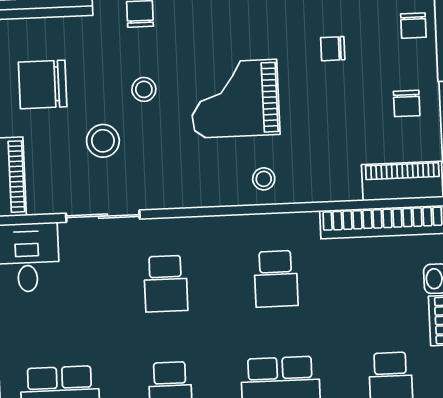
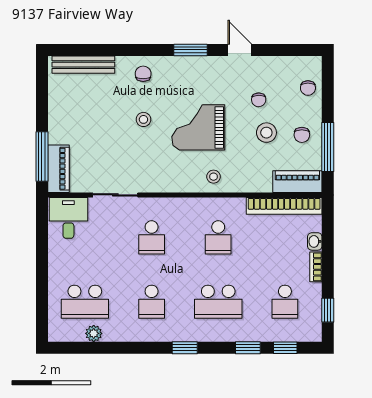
chair: (333, 49) -> (259, 100), turned -91
chair: (43, 84) -> (82, 114), removed
stool: (103, 141) -> (266, 133), moved

